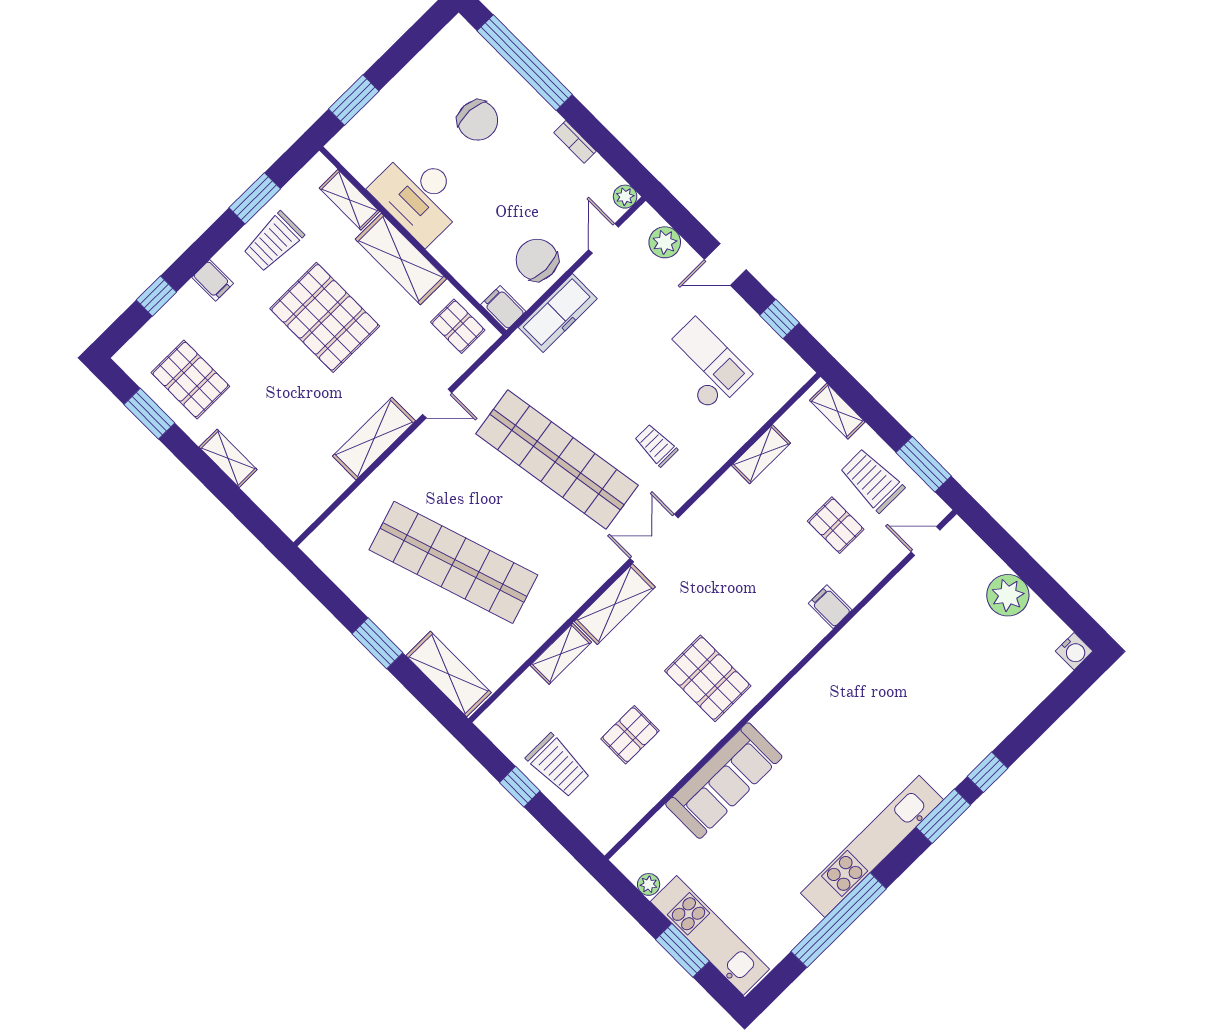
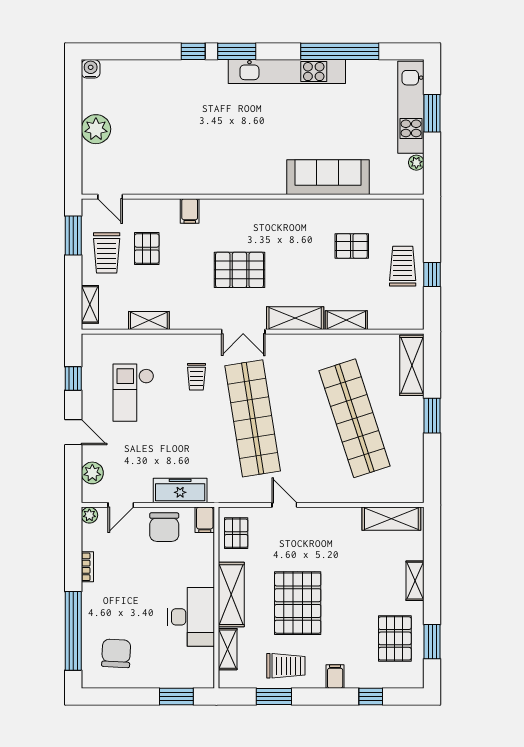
chair: (478, 120) -> (116, 653), moved
shelving: (374, 439) -> (391, 519), moved
pallet: (708, 678) -> (239, 270), moved, turned 90

